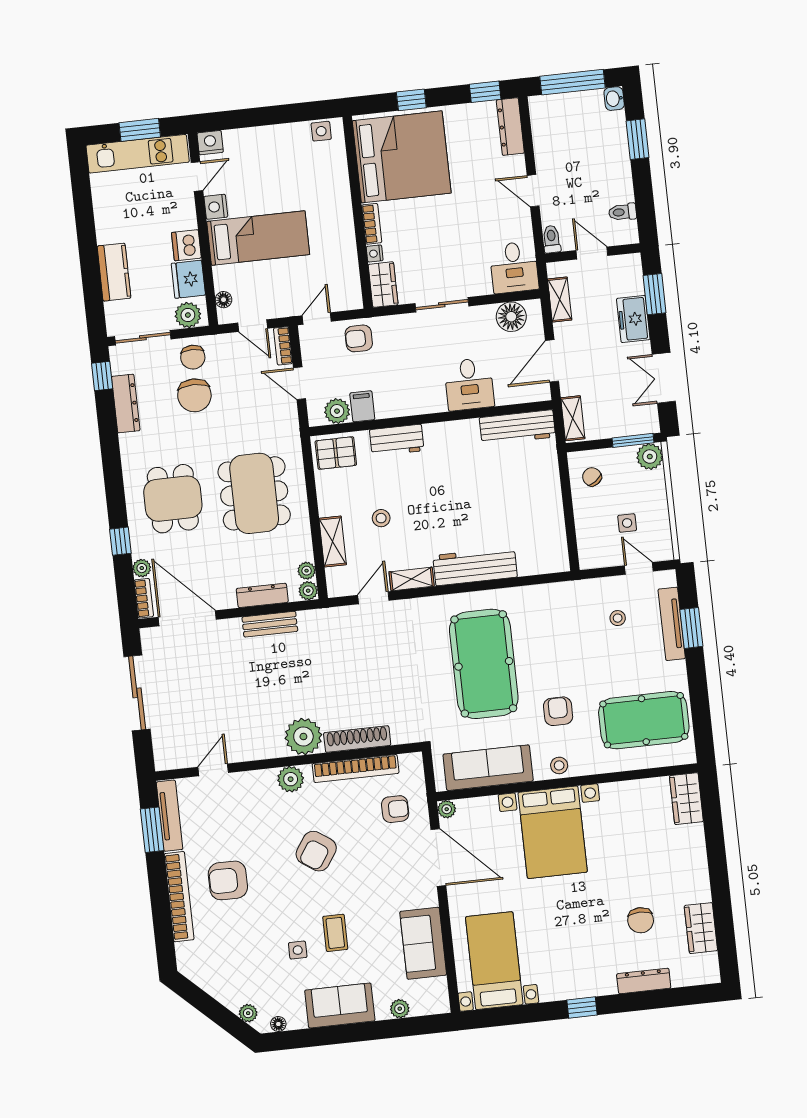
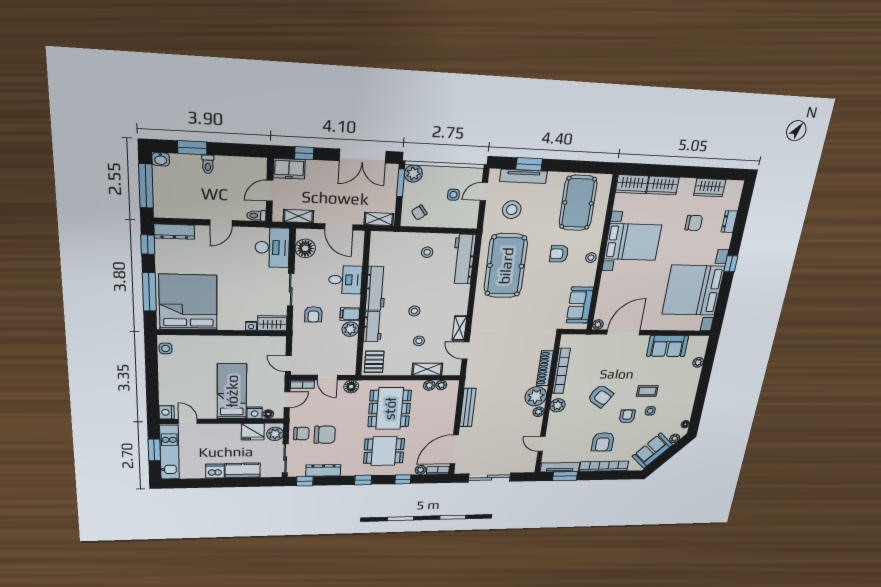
window: (411, 100) -> (149, 292), width x2.17
nightstand: (216, 207) -> (255, 413), moved
toilet: (622, 212) -> (208, 164), moved
bookcase: (372, 224) -> (231, 325), removed
dishwasher: (186, 245) -> (215, 471), moved, turned 180
desk: (514, 267) -> (272, 248), width x1.37
window: (655, 294) -> (304, 153), width x0.67
freezer: (633, 319) -> (289, 169), moved
armchair: (359, 338) -> (313, 314), moved
double door: (664, 378) -> (363, 156), width x1.37
door: (299, 383) -> (327, 378), hinge flipped
filing cabinet: (362, 406) -> (350, 314), moved
plant: (337, 411) -> (350, 329), moved
floor lamp: (287, 424) -> (351, 387), added
workbench: (517, 427) -> (376, 289), moved
window: (113, 474) -> (363, 480), added
dining table: (254, 493) -> (390, 409), turned 90
stool: (432, 501) -> (414, 311), added
stool: (531, 501) -> (427, 252), added
workbench: (475, 566) -> (464, 259), moved
plant: (308, 591) -> (429, 385), moved
dresser: (262, 595) -> (450, 410), removed
stool: (618, 618) -> (512, 210), width x1.89, depth x1.89
bench: (270, 624) -> (468, 408), width x1.36
pool table: (484, 664) -> (506, 266), moved, turned 90
plant: (275, 749) -> (539, 412), added
sofa: (488, 768) -> (580, 305), width x0.73
armchair: (395, 809) -> (627, 416), moved
bed with nightstands: (553, 832) -> (633, 242), moved
wardrobe: (692, 849) -> (663, 185), added
bed with nightstands: (494, 961) -> (693, 290), width x1.85
dresser: (644, 981) -> (729, 222), width x0.70
sofa: (340, 1005) -> (652, 451), moved, turned 43

